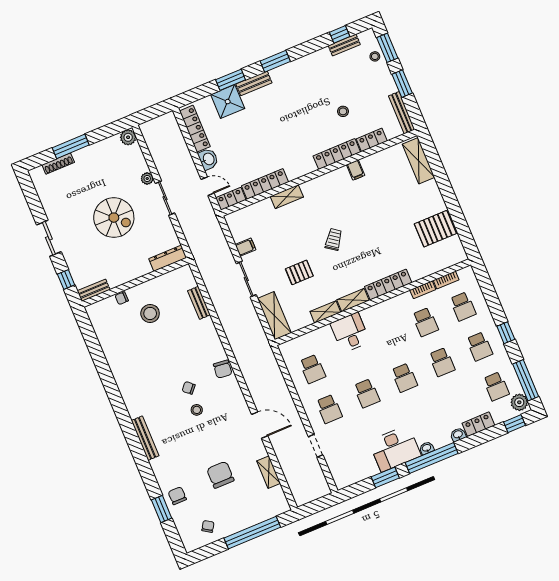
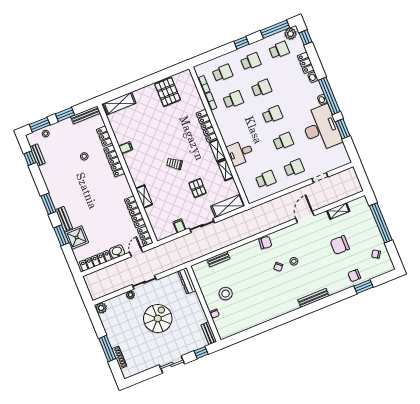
desk: (395, 448) -> (321, 128), width x1.36, depth x1.30

